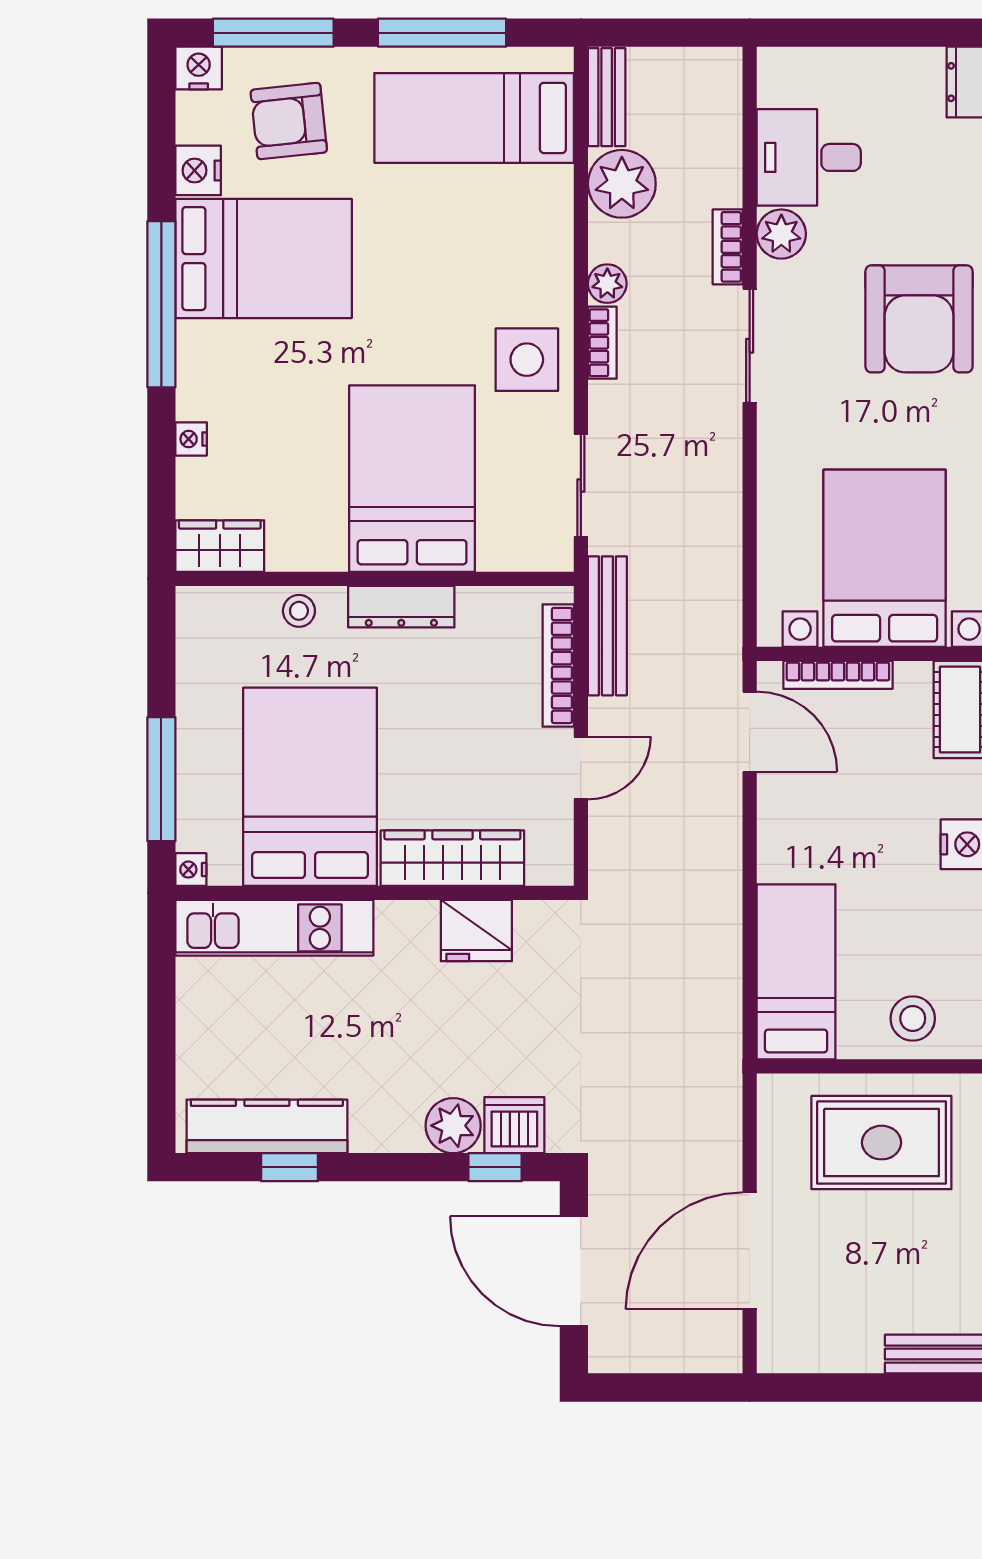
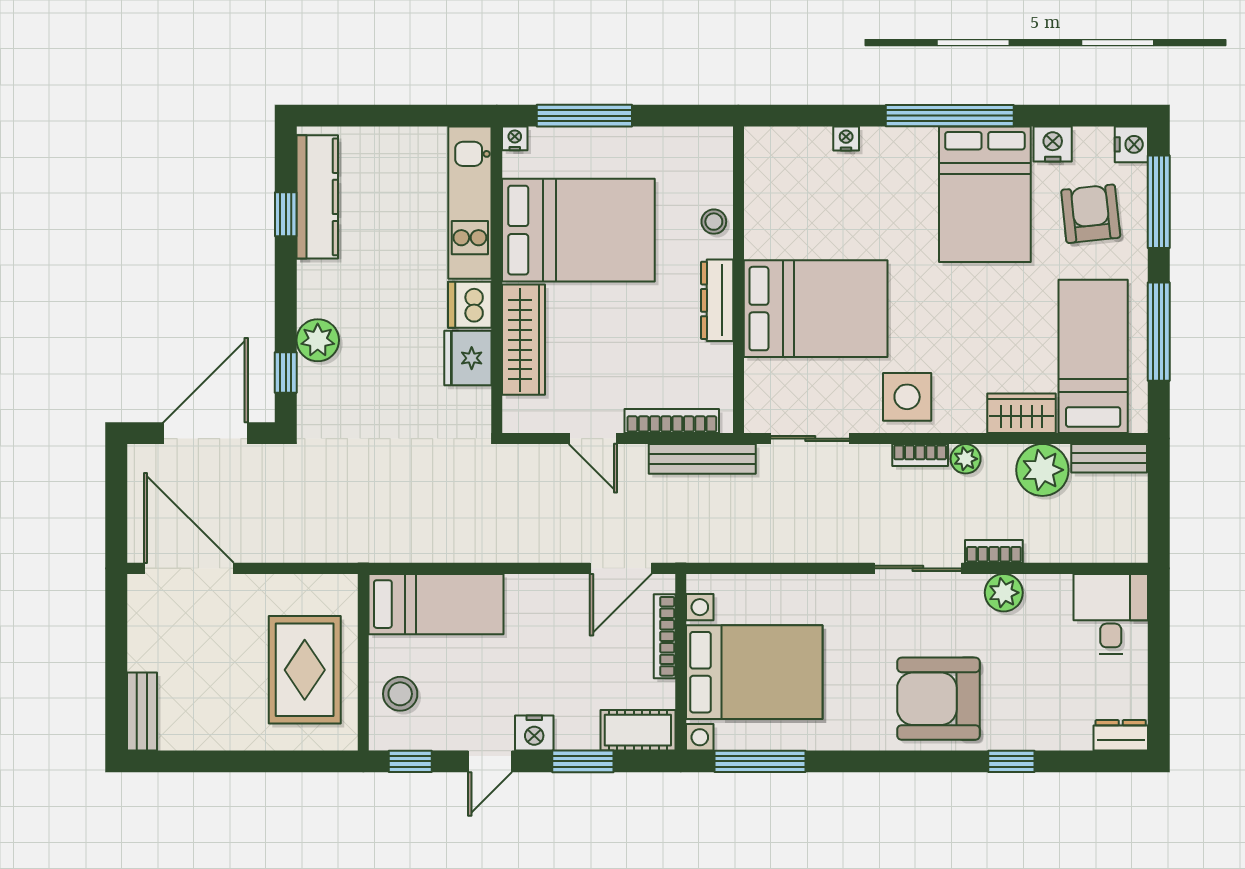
desk: (809, 157) -> (1111, 614), moved
wardrobe: (220, 546) -> (1021, 413), moved, turned -90
dishwasher: (514, 1125) -> (470, 305), moved, turned 180
door: (750, 1251) -> (189, 568), moved

